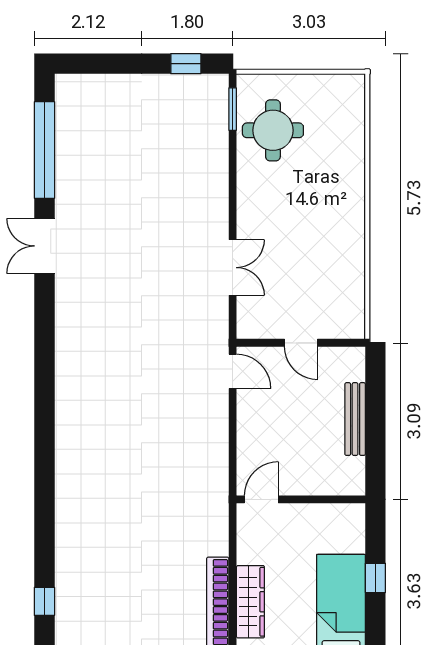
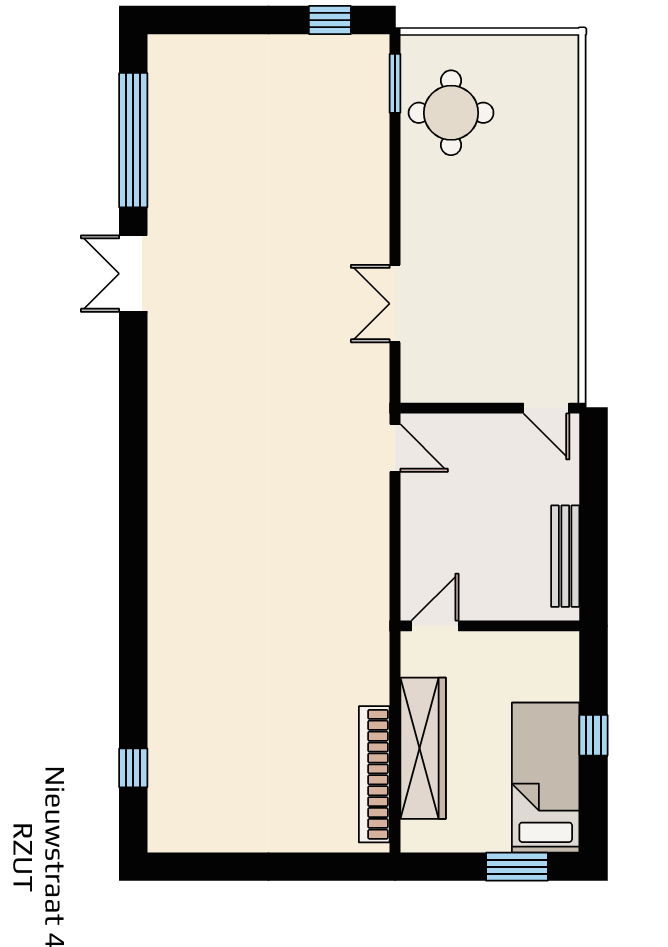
double door: (233, 268) -> (395, 304), swing flipped
door: (301, 343) -> (546, 408), moved
bench: (355, 419) -> (565, 556), moved
wardrobe: (250, 602) -> (423, 748), width x1.40, depth x1.17

